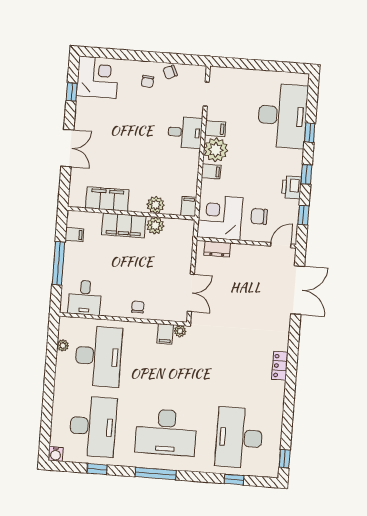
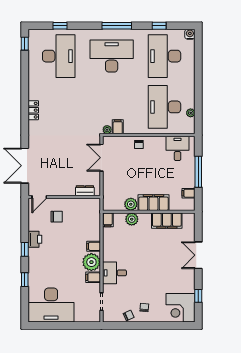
desk: (282, 116) -> (51, 305), moved, turned -90
window: (303, 215) -> (25, 220), removed
corner desk: (220, 217) -> (85, 214), removed

